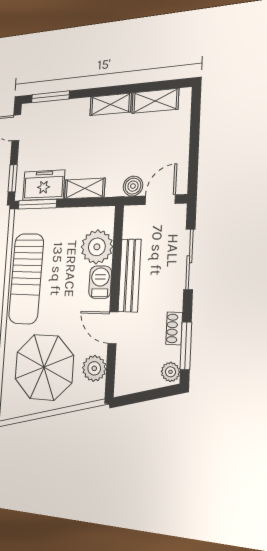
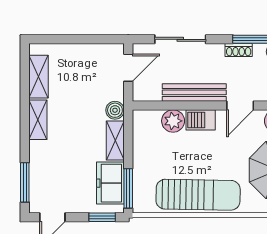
boiler: (133, 186) -> (115, 110), moved
door: (160, 200) -> (128, 68), swing flipped
plant: (97, 247) -> (173, 121), width x0.73, depth x0.73

